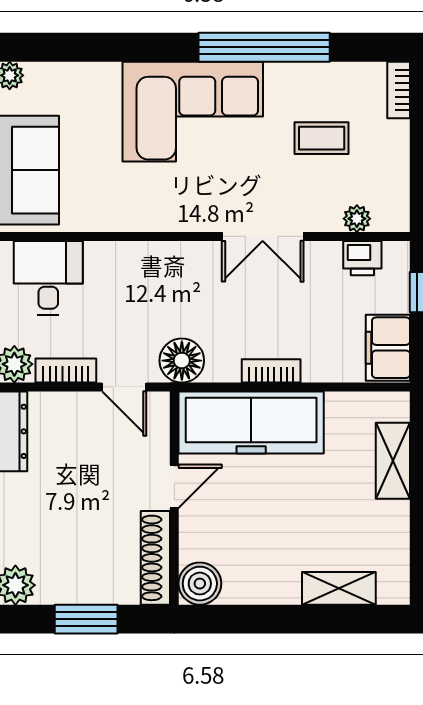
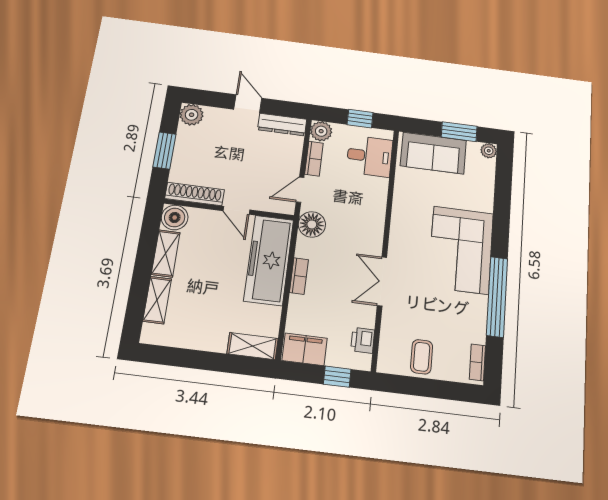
bookcase: (399, 90) -> (477, 362), moved, turned -90
coffee table: (322, 138) -> (422, 357), moved
plant: (357, 219) -> (388, 340), removed
shelving: (393, 461) -> (253, 346), moved
shelving: (262, 588) -> (166, 253), added

